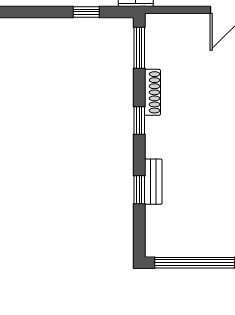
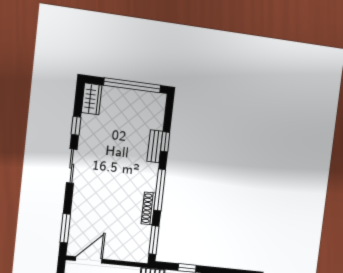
window: (139, 120) -> (160, 190), width x2.17

